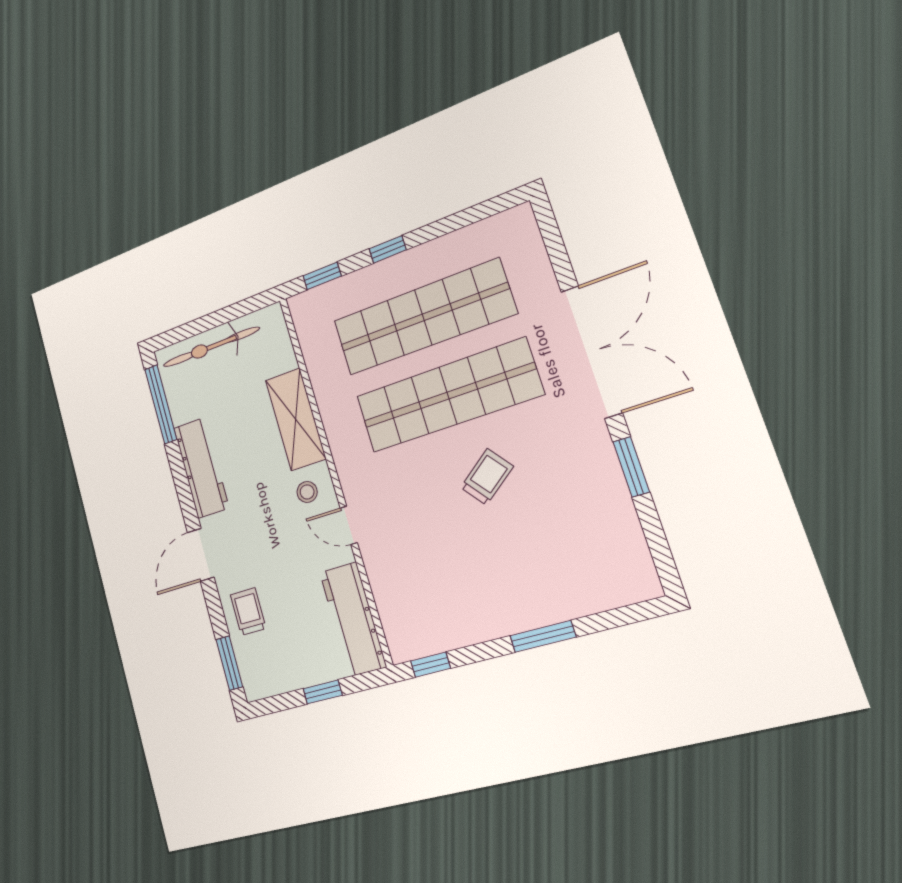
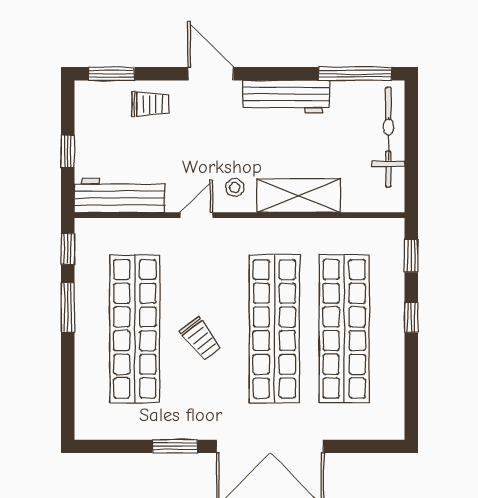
shop shelf: (500, 559) -> (135, 329), added
window: (543, 636) -> (68, 307), moved

